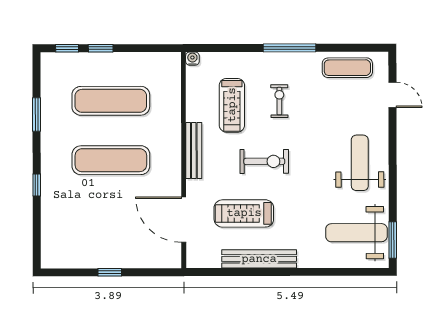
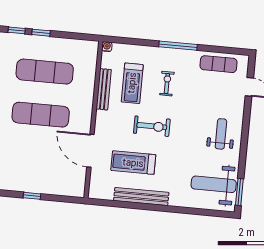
bench: (194, 151) -> (104, 89), moved
weight bench: (360, 163) -> (221, 134), width x0.73, depth x0.75
door: (184, 220) -> (90, 151), moved

